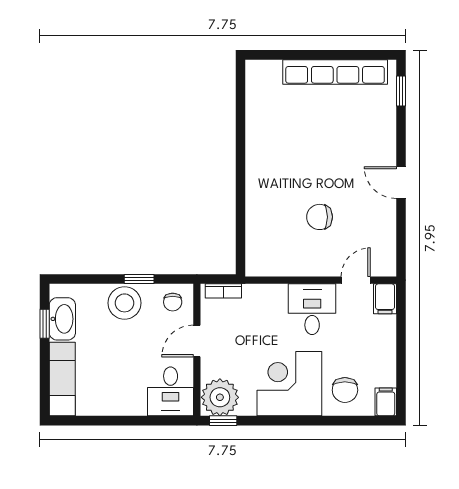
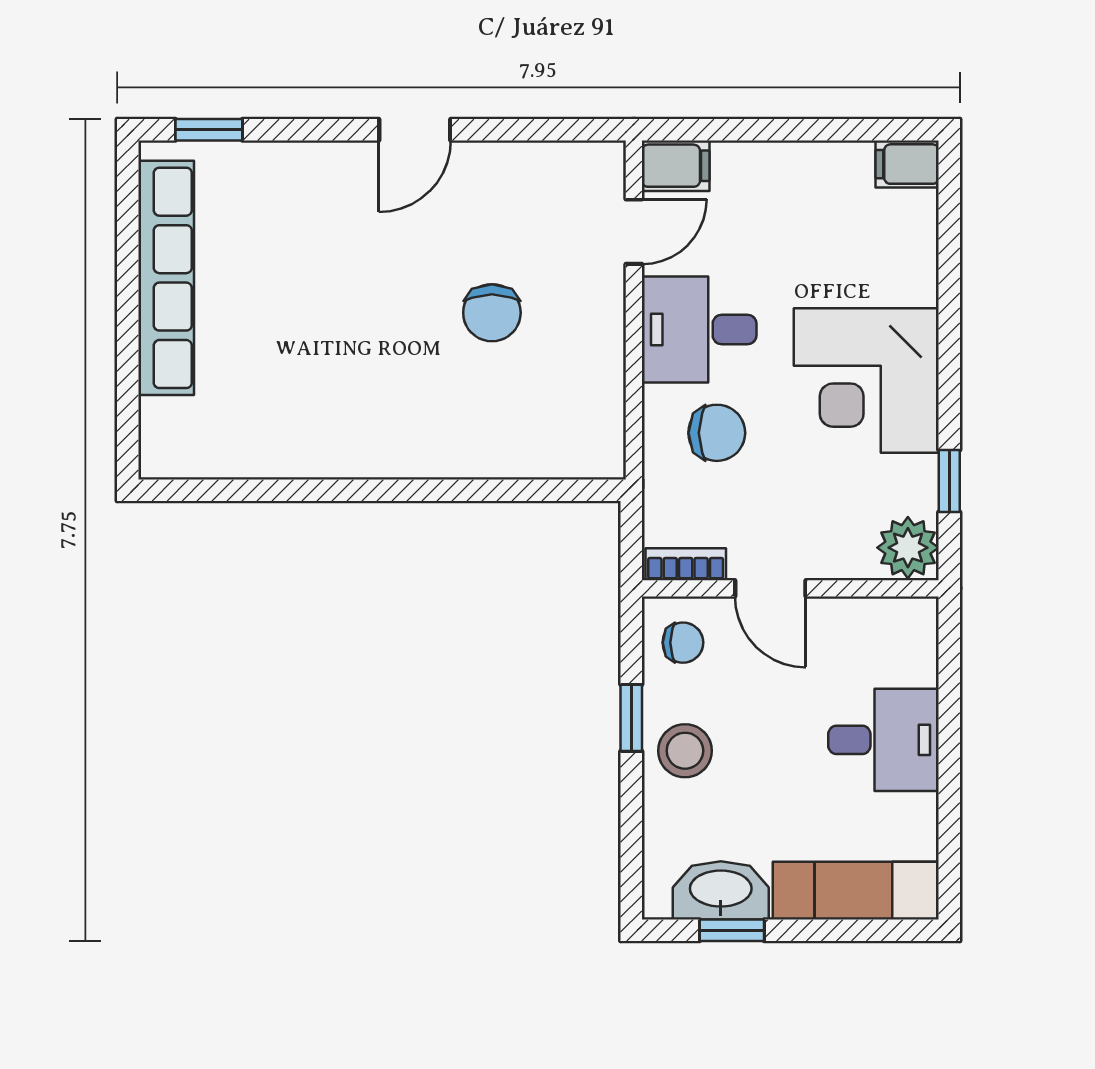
door: (356, 280) -> (634, 232), swing flipped
bookcase: (223, 291) -> (686, 564), moved, turned -90
stool: (124, 303) -> (685, 751), width x0.73, depth x0.73
chair: (345, 390) -> (717, 433), moved
desk: (171, 391) -> (884, 740), moved
plant: (220, 397) -> (908, 548), width x0.73, depth x0.73
window: (223, 421) -> (949, 481), moved

